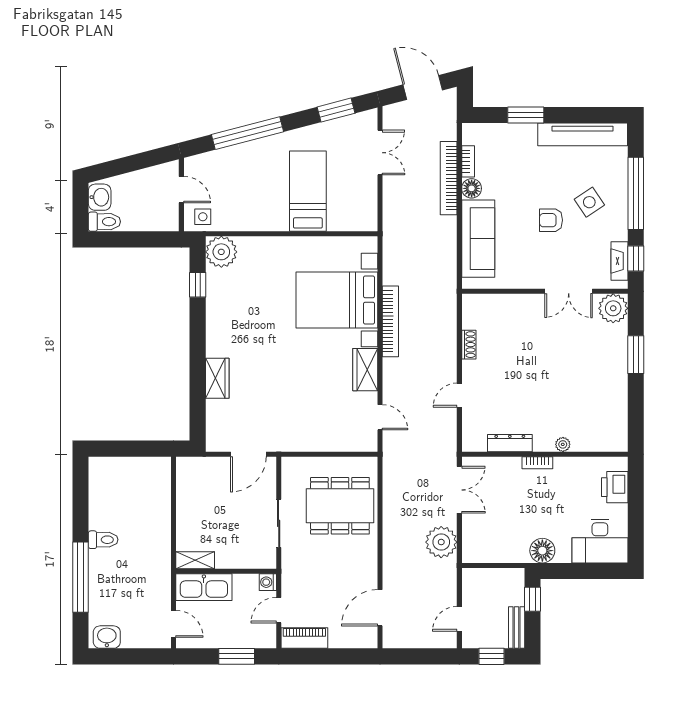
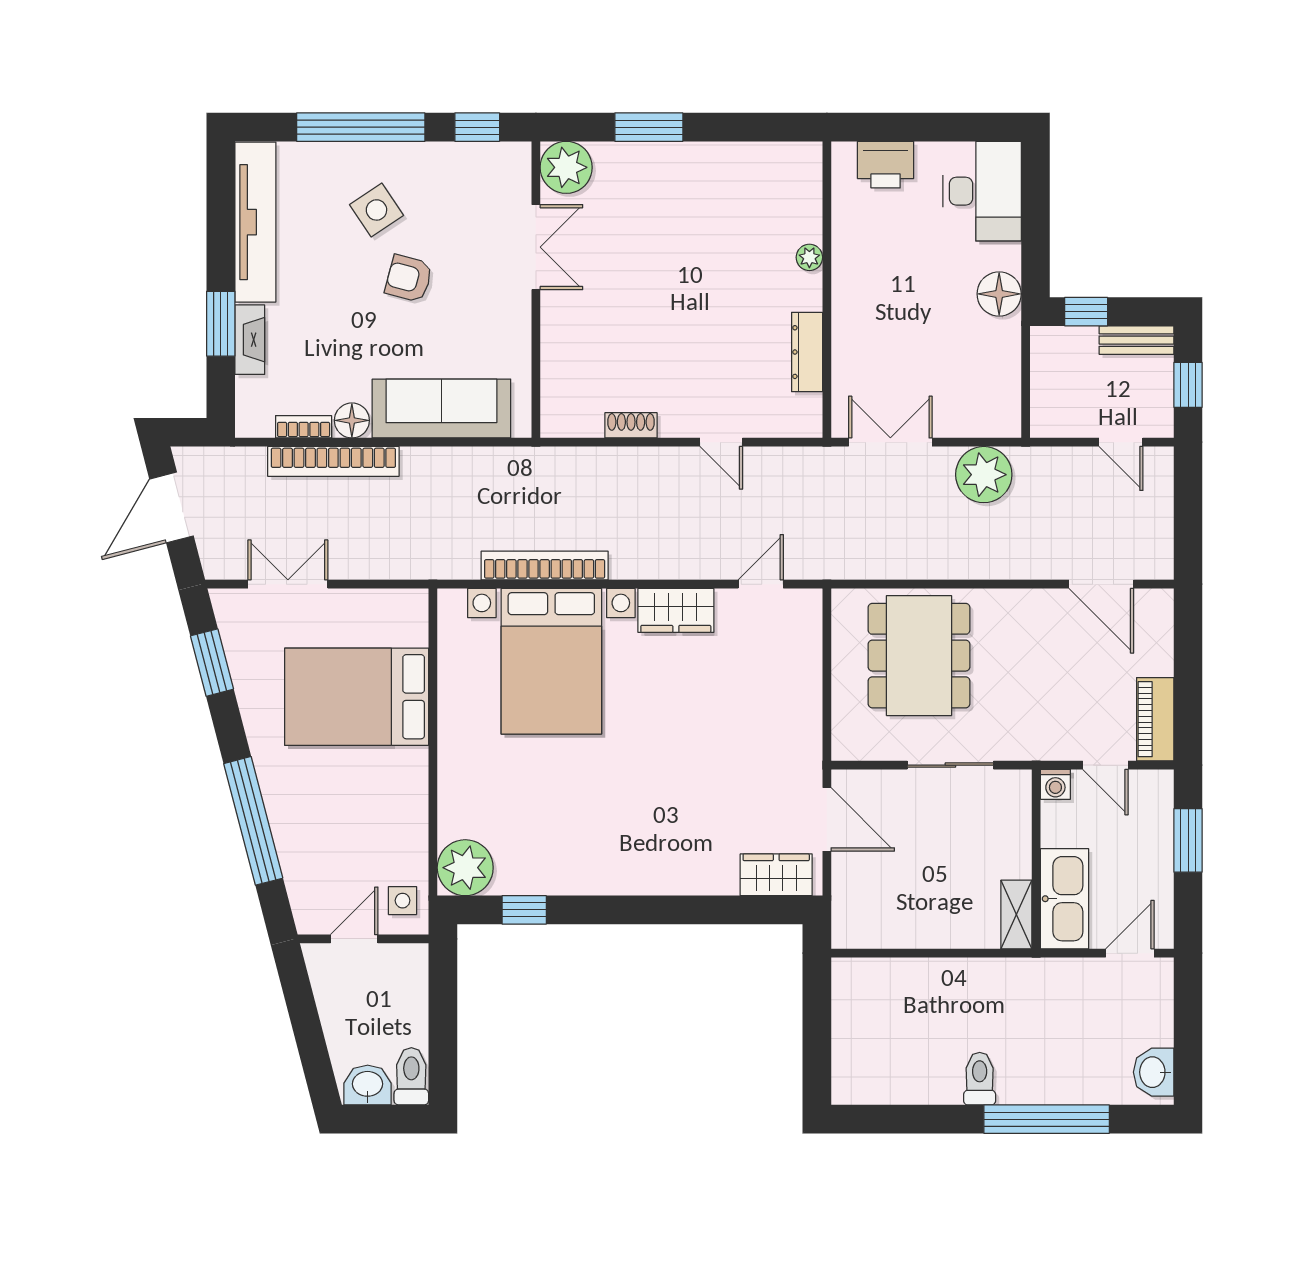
bed: (308, 191) -> (357, 697), width x1.50
armchair: (551, 220) -> (409, 278), turned 105
fireplace: (619, 261) -> (250, 340), moved, turned -90
bookcase: (390, 321) -> (545, 565), moved
wardrobe: (217, 378) -> (776, 875), moved
bookcase: (537, 463) -> (842, 303), removed

